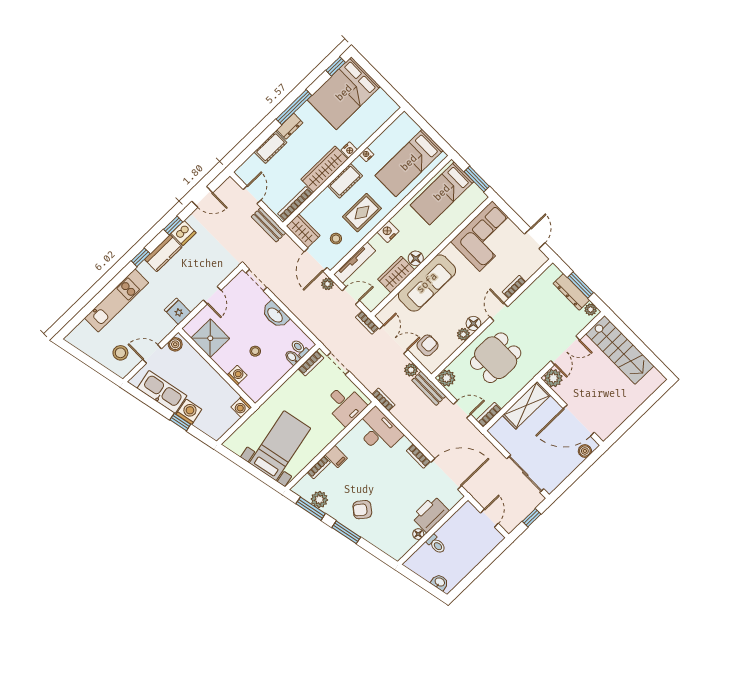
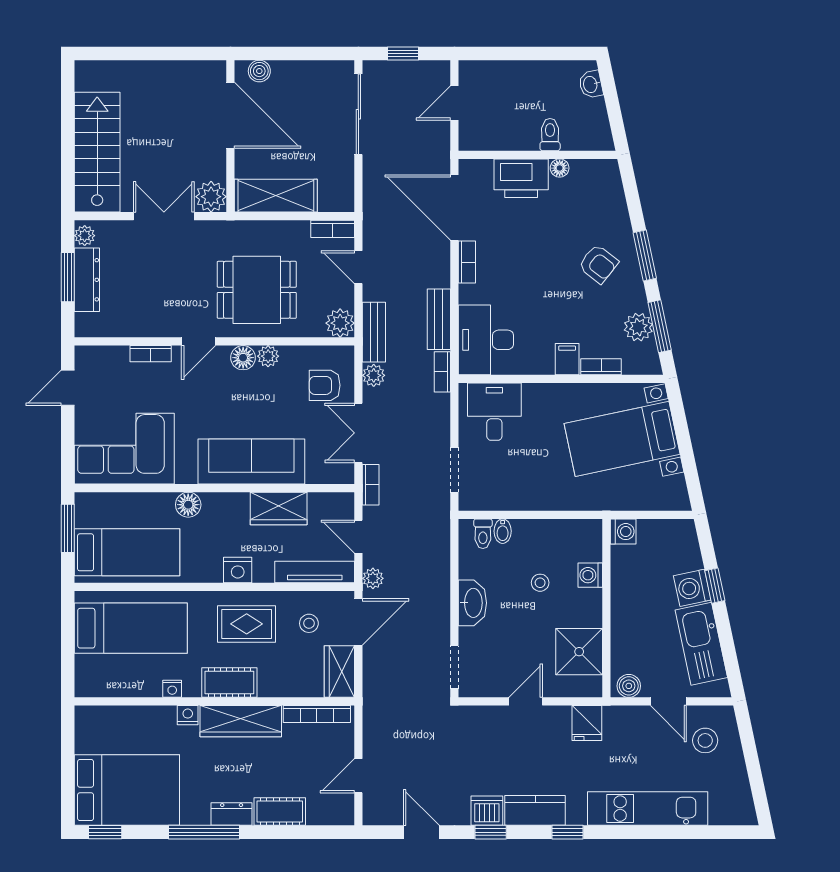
bench: (269, 225) -> (439, 319), moved
floor lamp: (416, 258) -> (188, 505), moved
bookcase: (311, 363) -> (487, 502), removed

